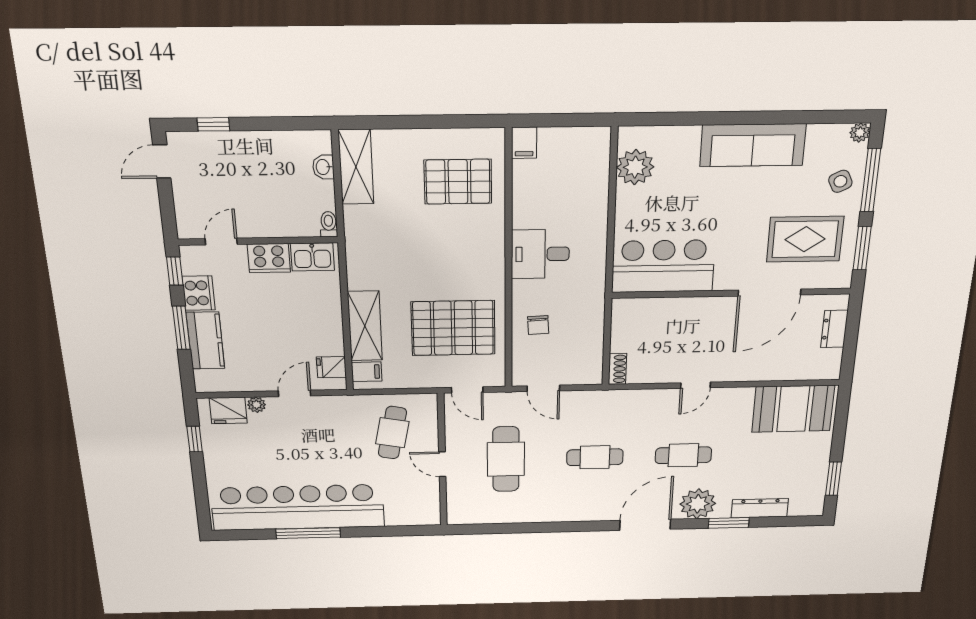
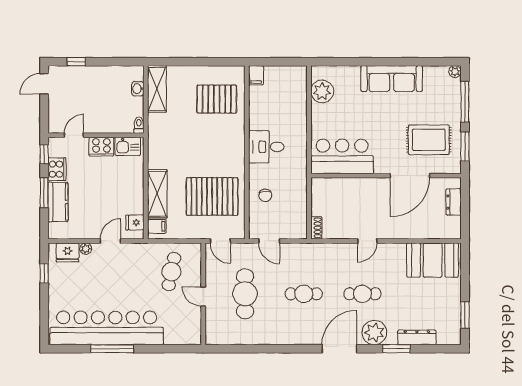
side table: (840, 181) -> (447, 102), removed

